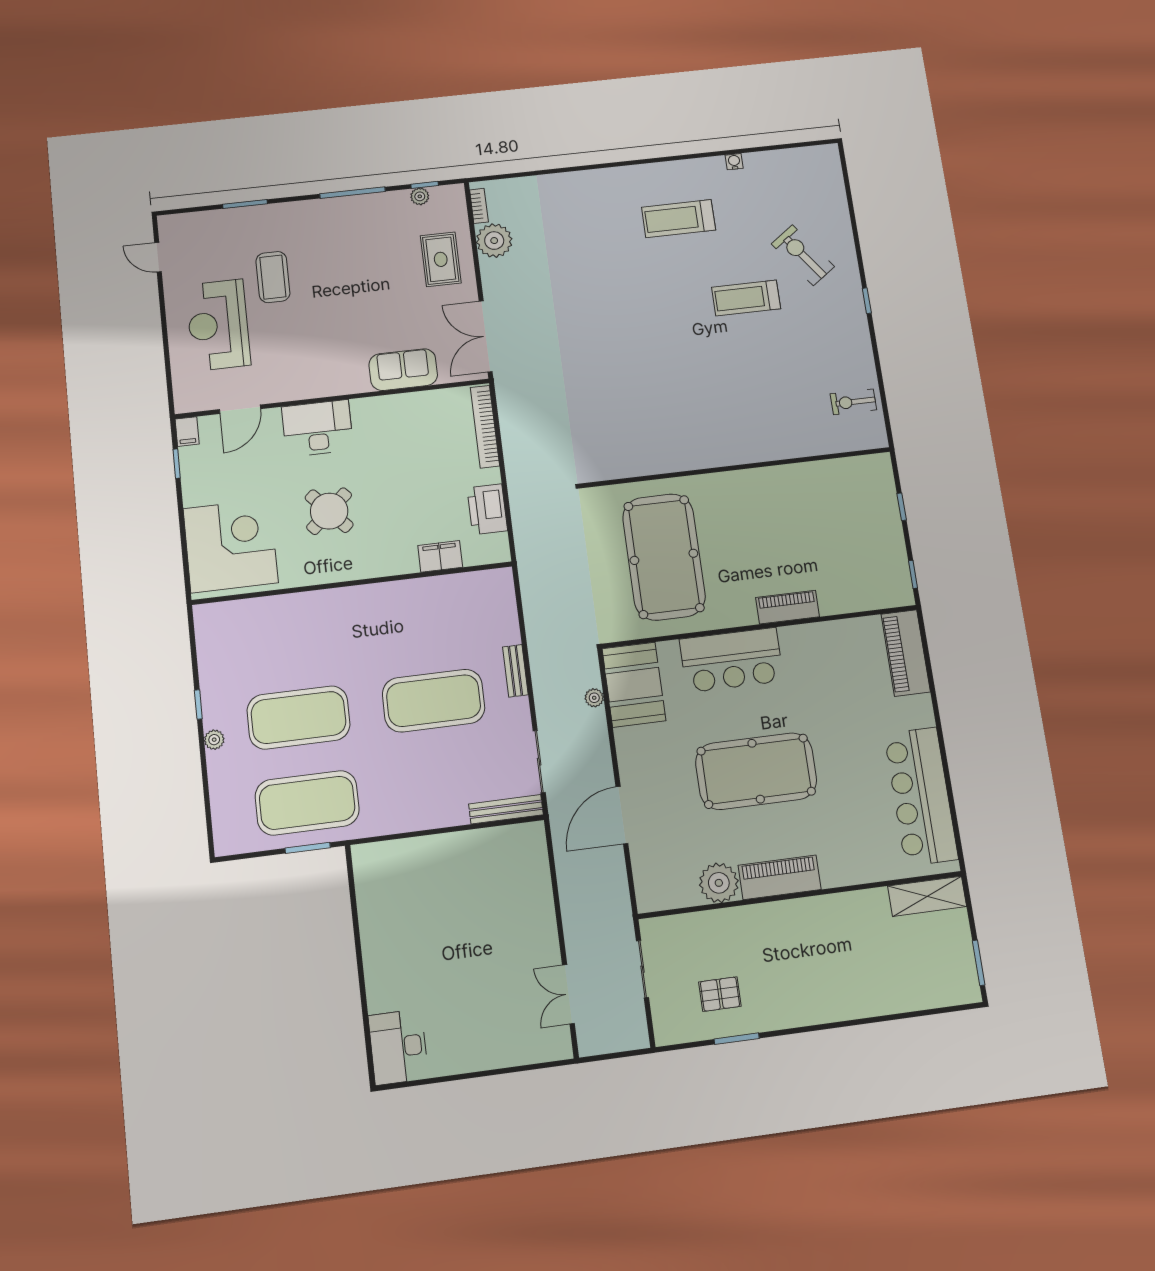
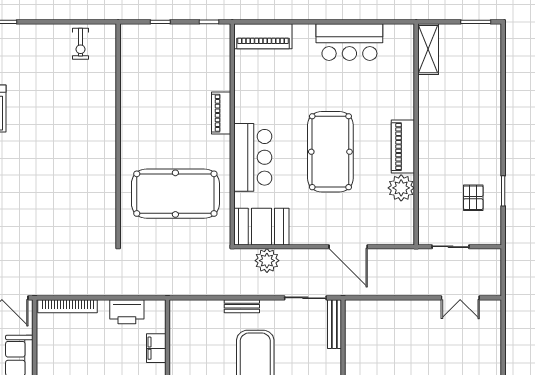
plant: (594, 698) -> (267, 261), width x1.87, depth x1.87
bar counter: (921, 796) -> (349, 42), width x0.73

